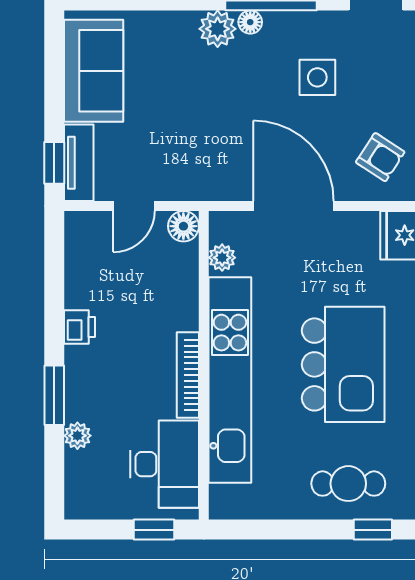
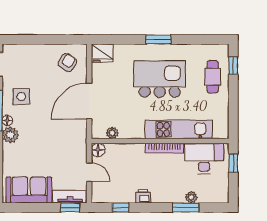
side table: (317, 77) -> (21, 96), moved
window: (54, 276) -> (120, 208), added
kitchen unit: (230, 380) -> (179, 129), width x0.73
window: (54, 395) -> (186, 208), moved

